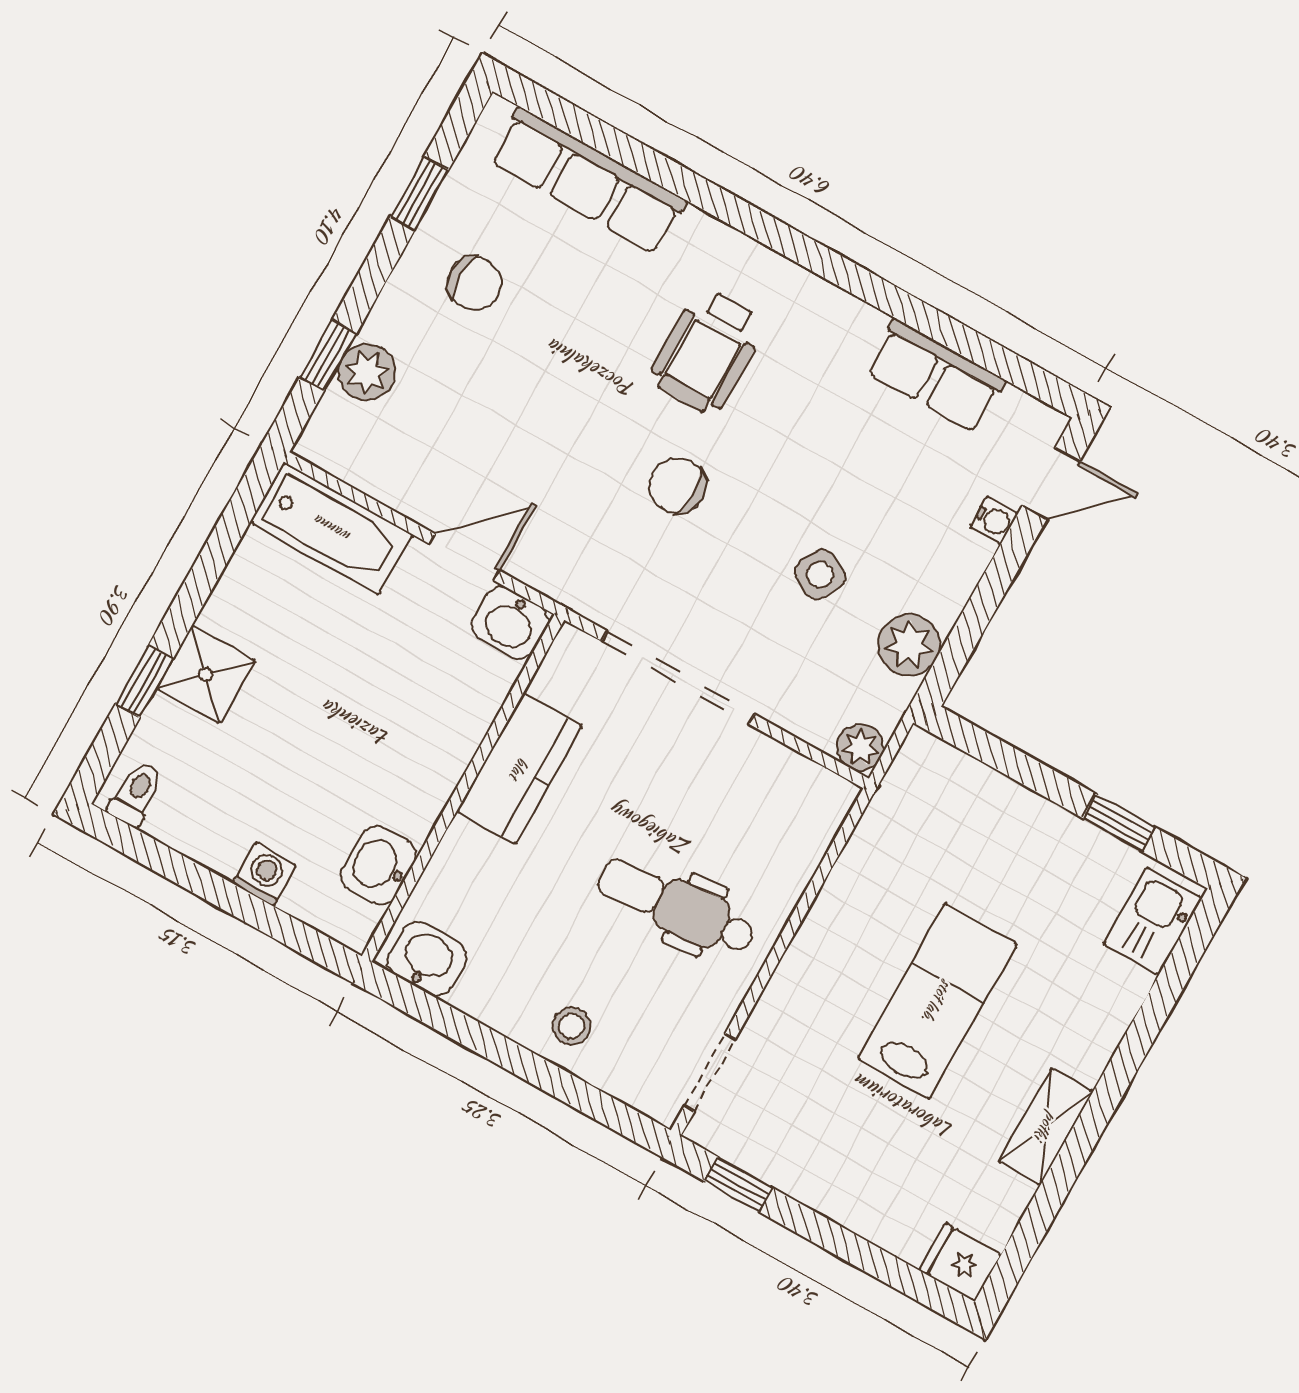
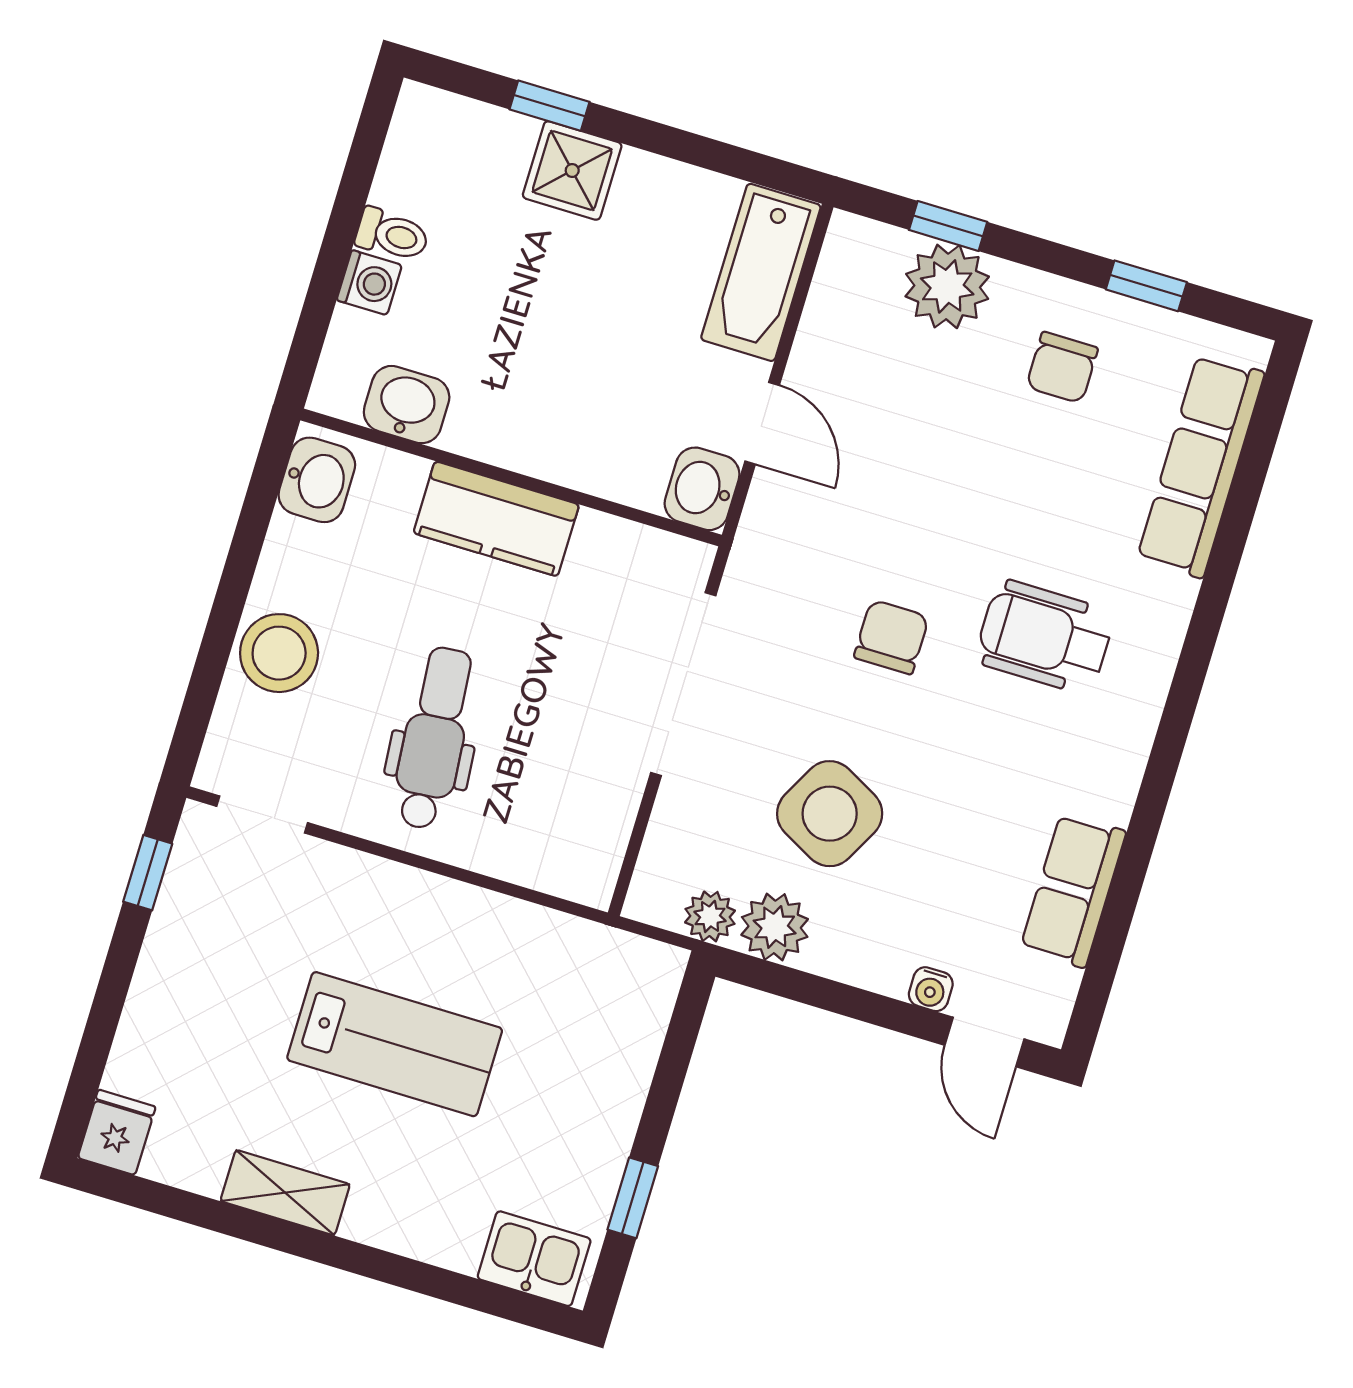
plant: (367, 372) -> (947, 286), width x1.36, depth x1.36
side table: (820, 575) -> (830, 814), width x1.87, depth x1.87
plant: (860, 747) -> (710, 916), moved
kitchen counter: (519, 769) -> (496, 519), moved
toilet: (136, 794) -> (392, 235), moved
stool: (572, 1026) -> (279, 653), width x1.89, depth x1.89

